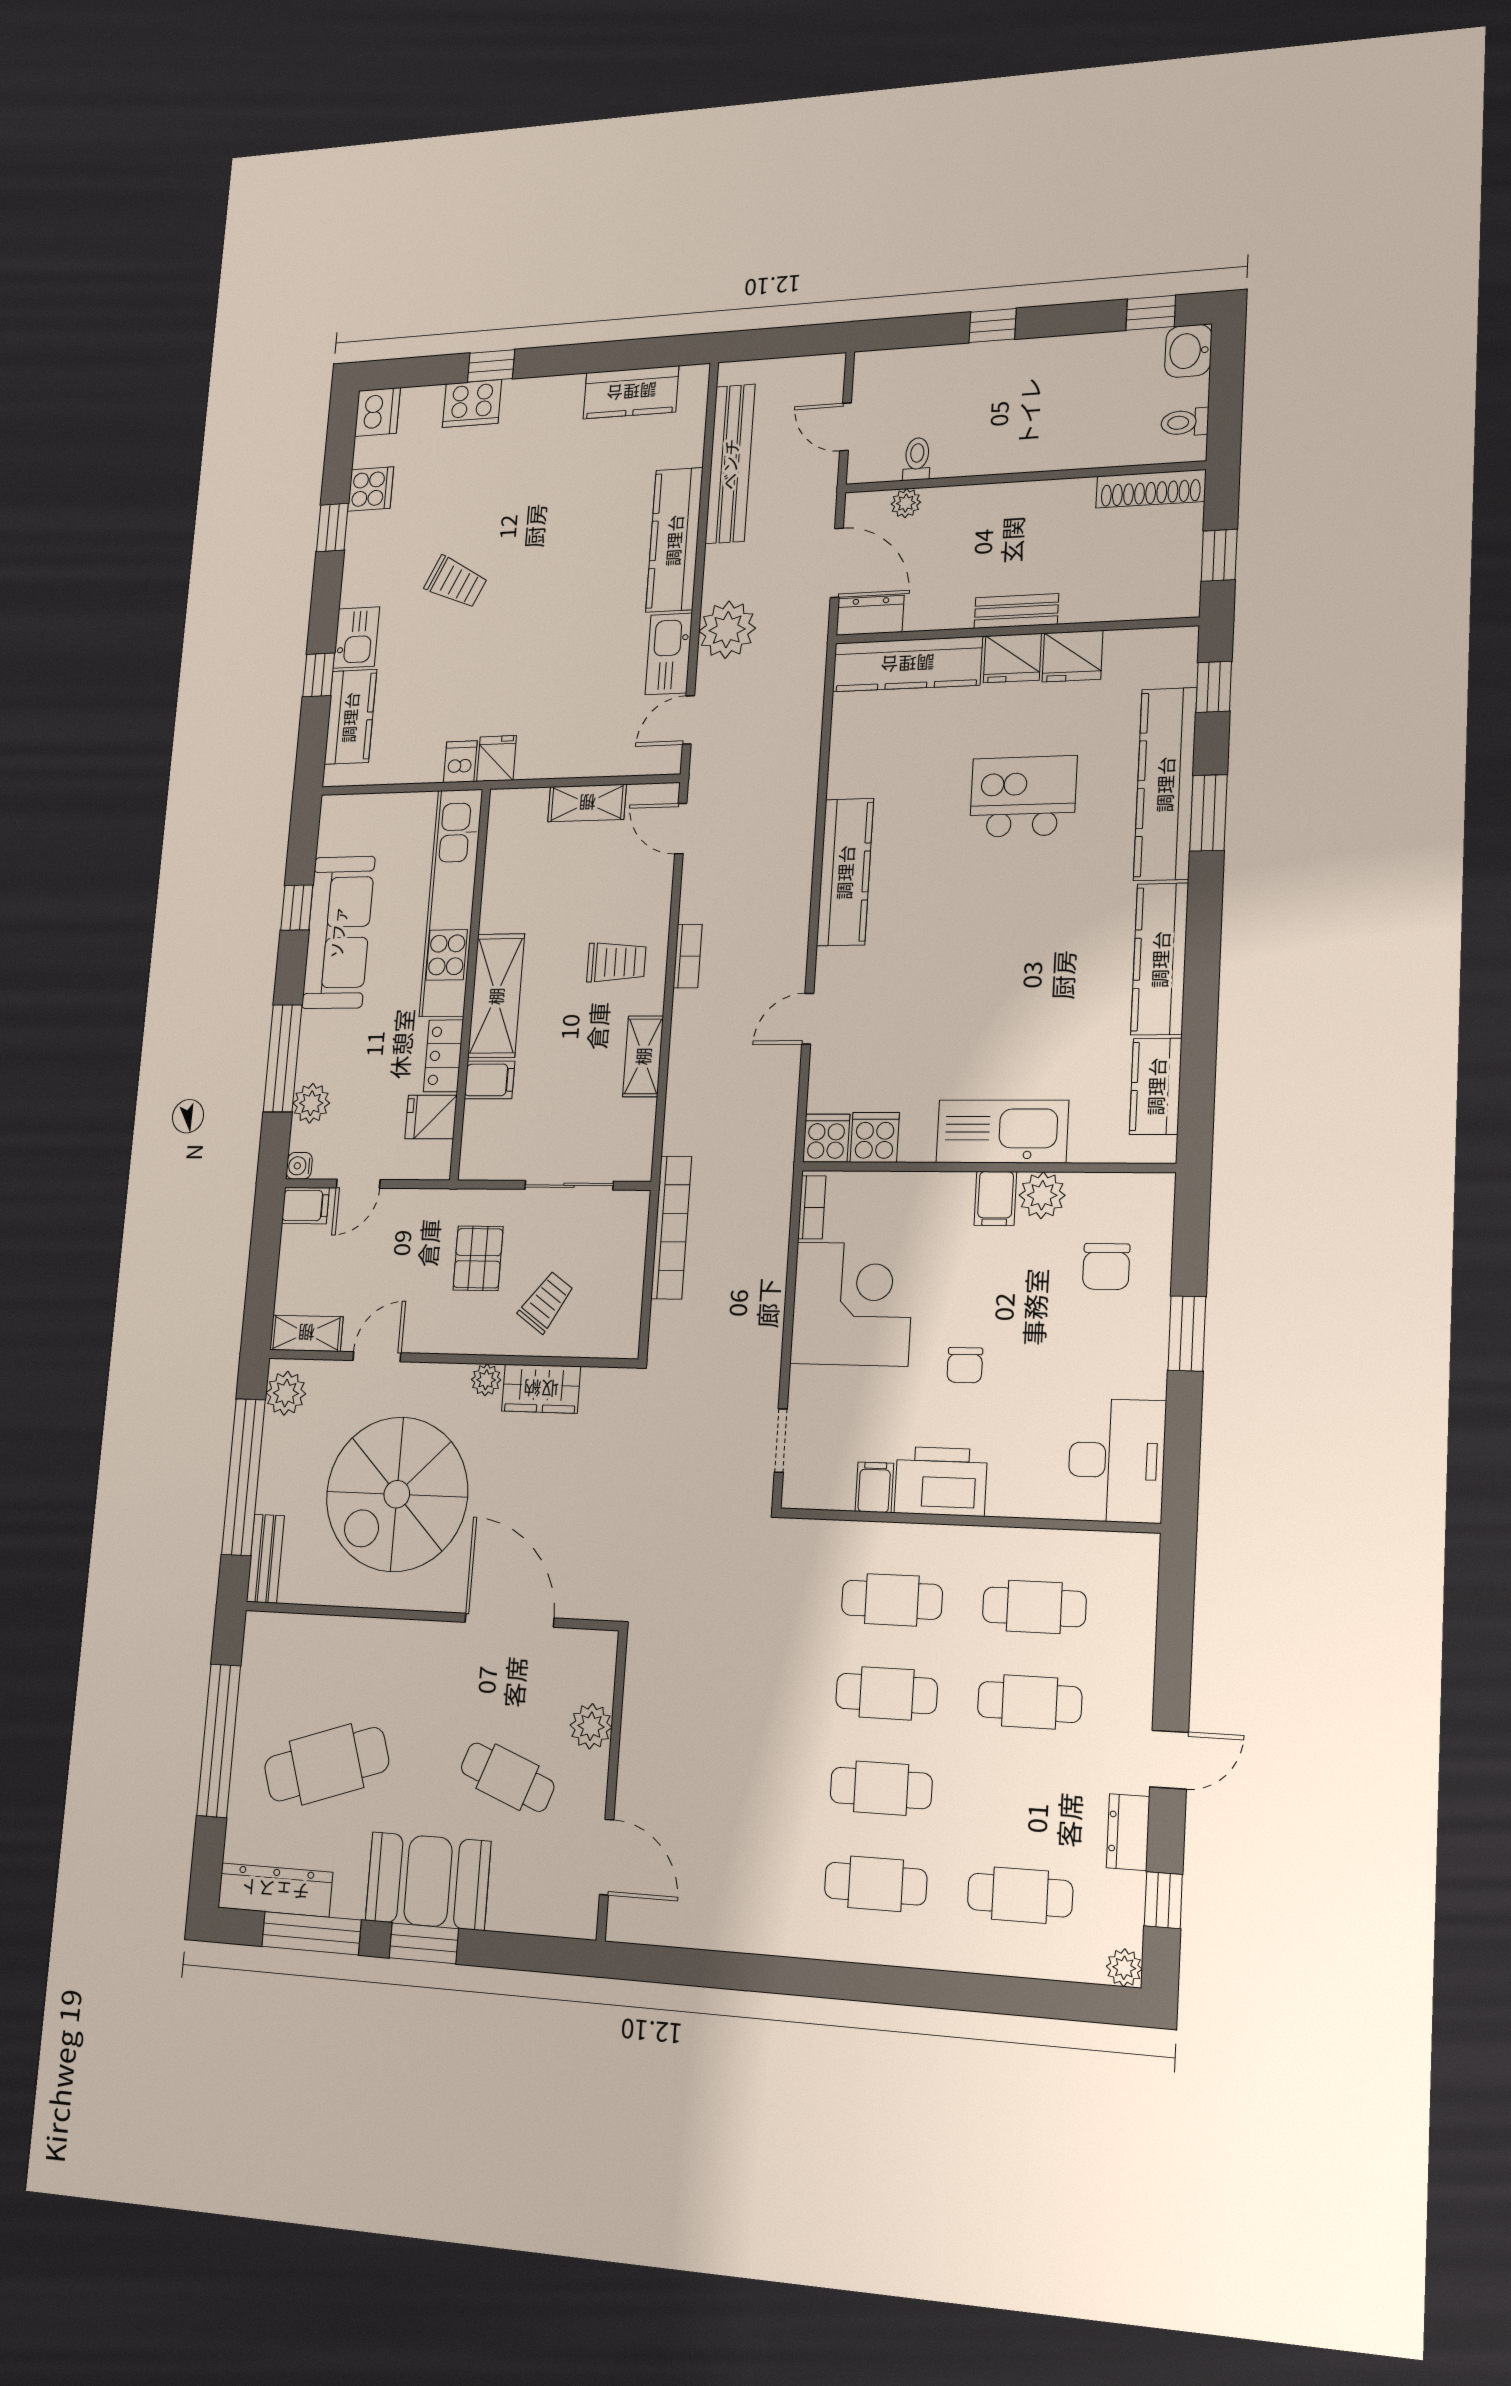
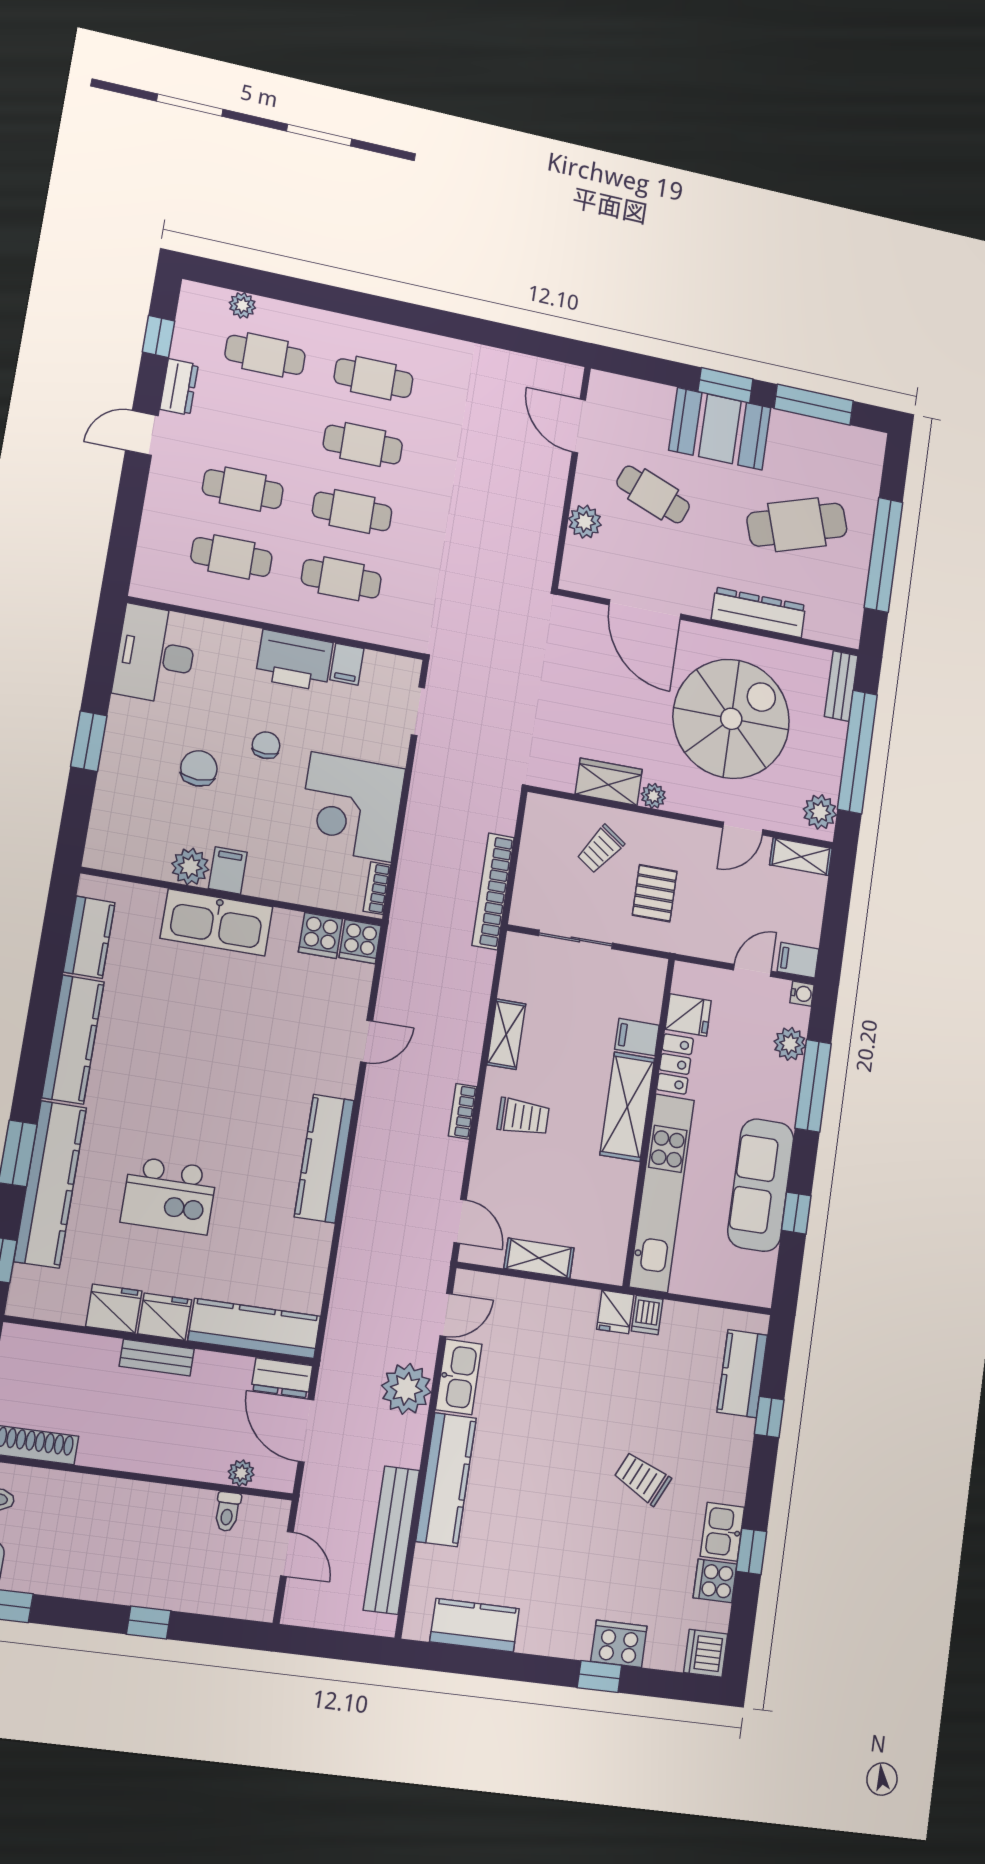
kitchen sink: (356, 637) -> (722, 1532), moved
trolley: (616, 962) -> (523, 1117), turned 180
chair: (1106, 1266) -> (199, 768), moved
dresser: (275, 1890) -> (759, 612), moved, turned 180
plant: (1124, 1968) -> (242, 305), moved

